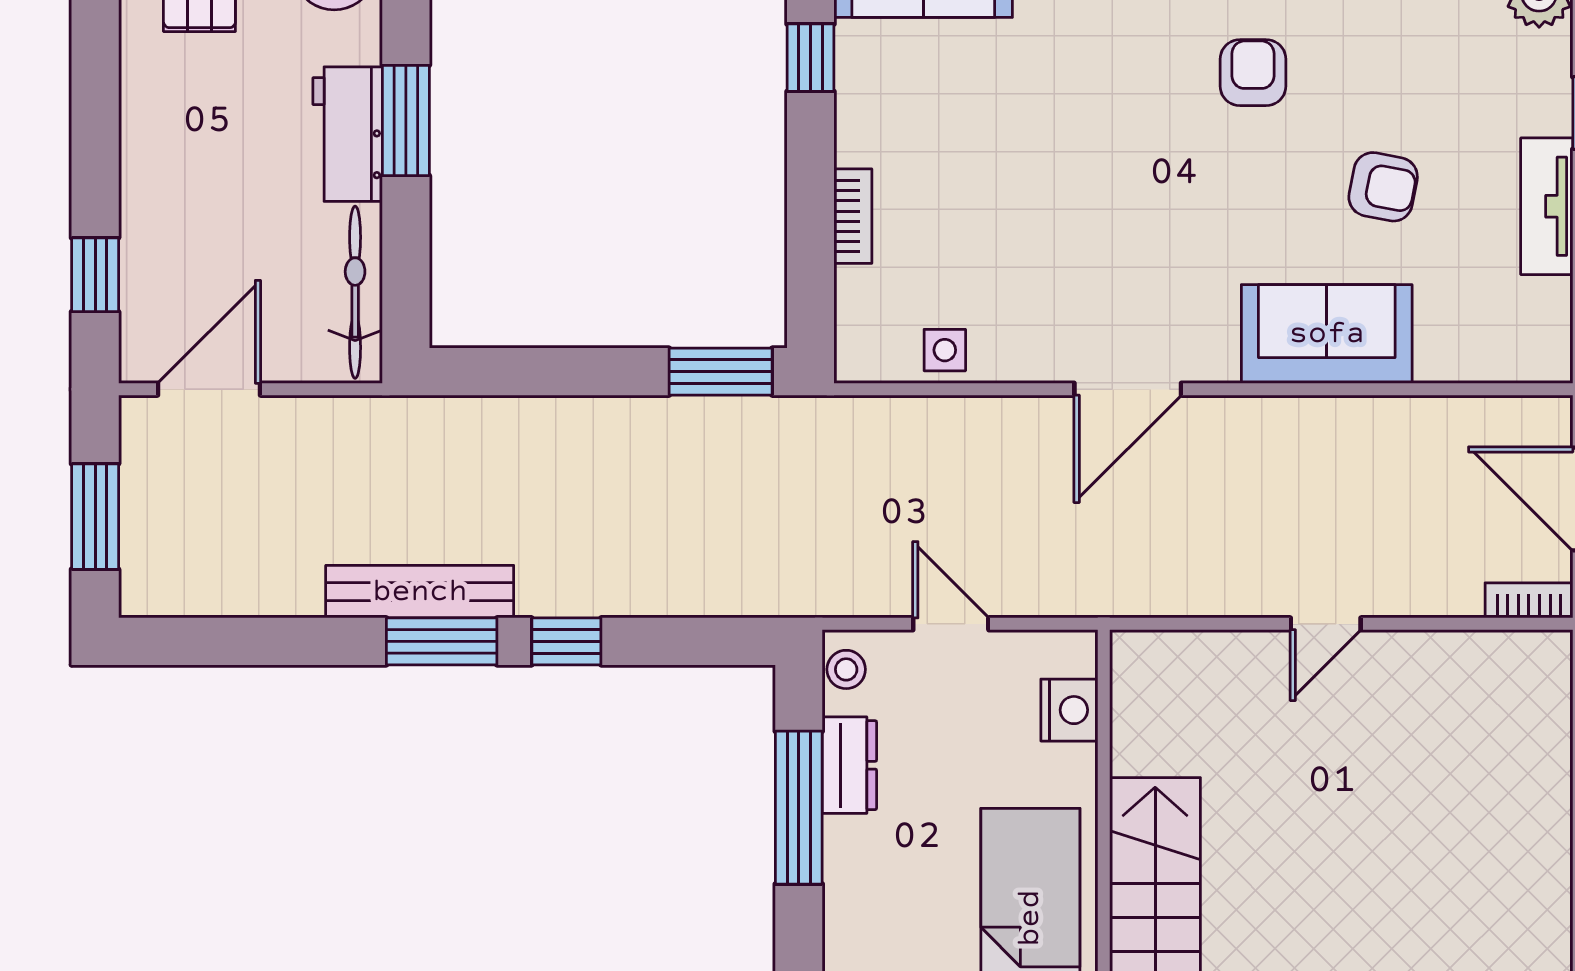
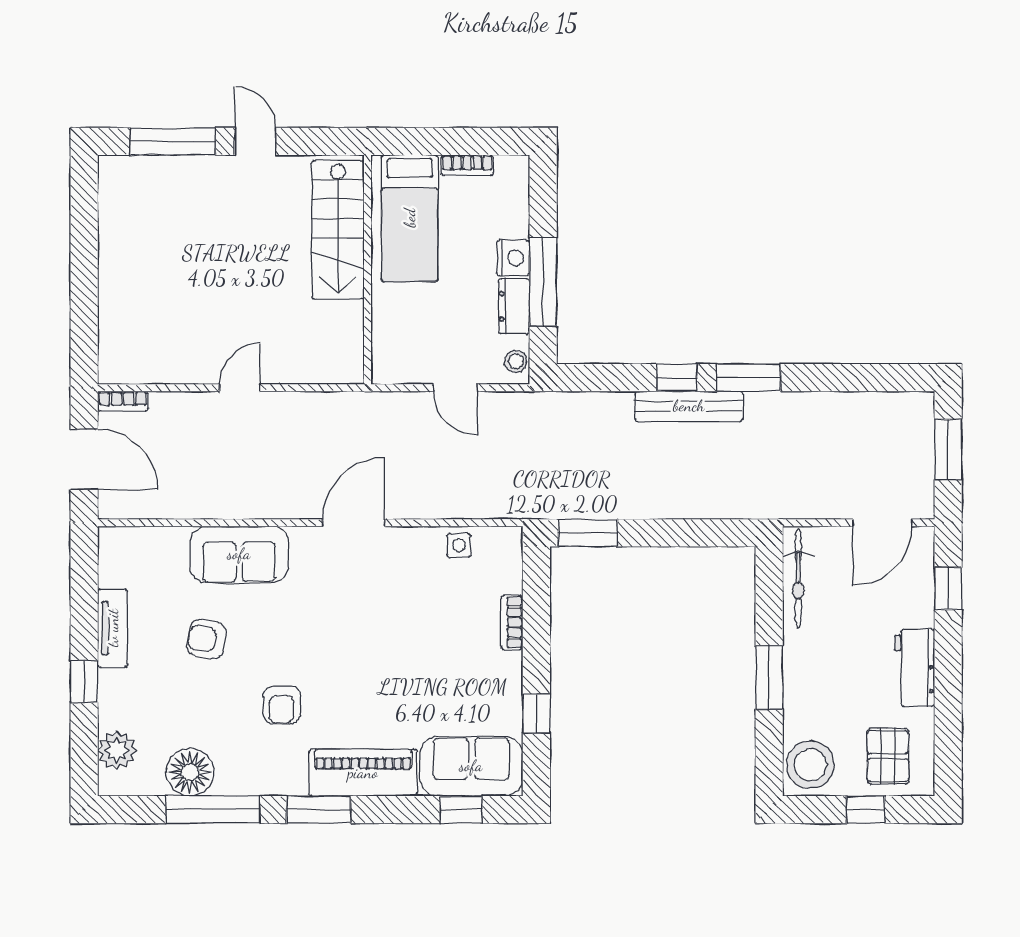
workbench: (348, 134) -> (915, 668), moved, turned 180
bench: (420, 592) -> (689, 406), moved
nightstand: (1069, 710) -> (513, 258), moved, turned 180

